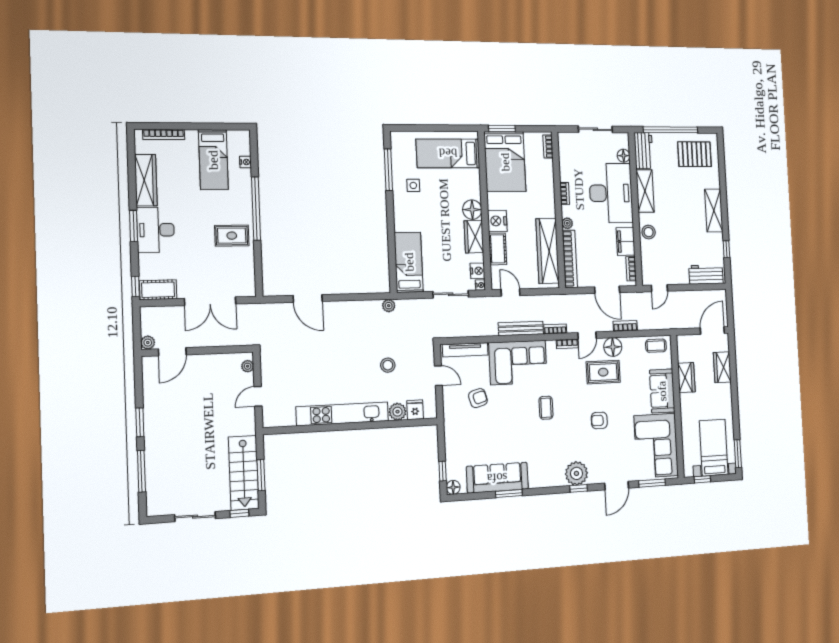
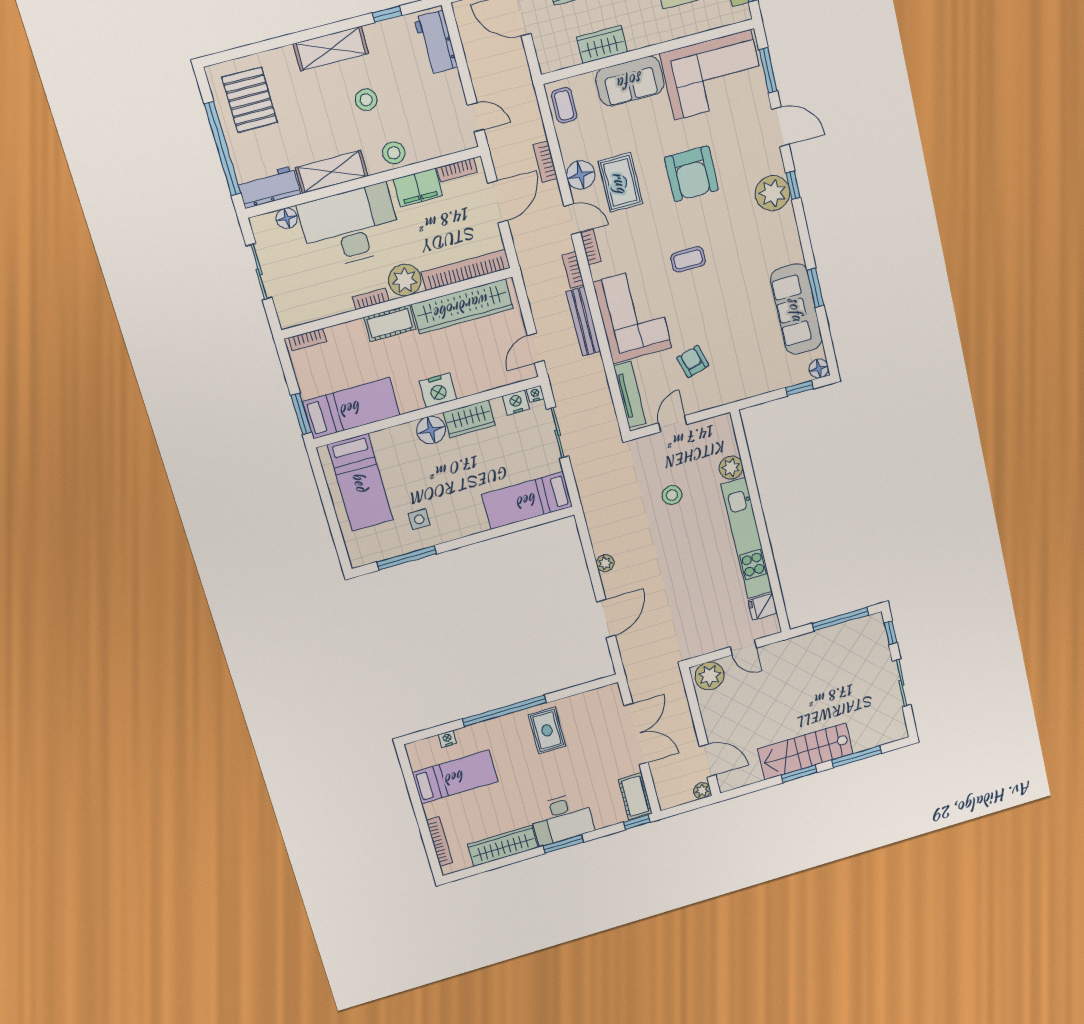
bed: (505, 162) -> (351, 408), width x0.67
plant: (567, 223) -> (405, 280), width x1.87, depth x1.87
stool: (682, 224) -> (366, 100), added
cot: (498, 249) -> (390, 323), moved
plant: (389, 306) -> (605, 563), moved
plant: (248, 366) -> (710, 676), width x1.87, depth x1.87
fridge: (415, 410) -> (763, 607), moved
armchair: (599, 420) -> (692, 174), width x1.88, depth x1.88
stairs: (244, 473) -> (805, 751), moved, turned 180
window: (261, 475) -> (840, 619), width x1.44

